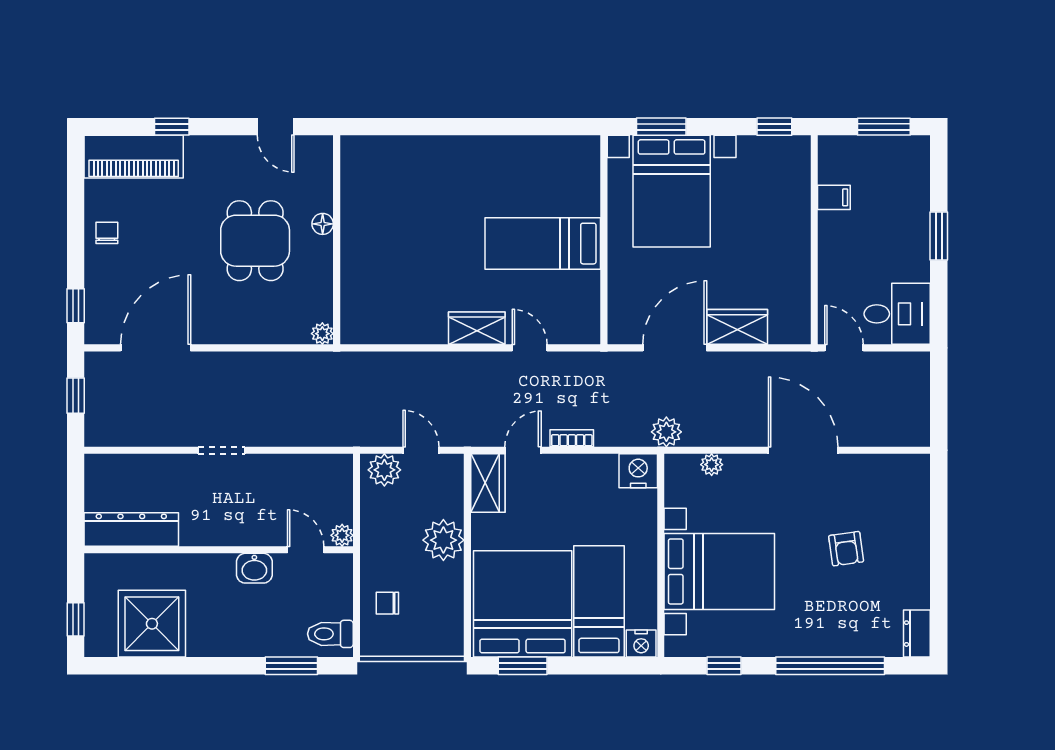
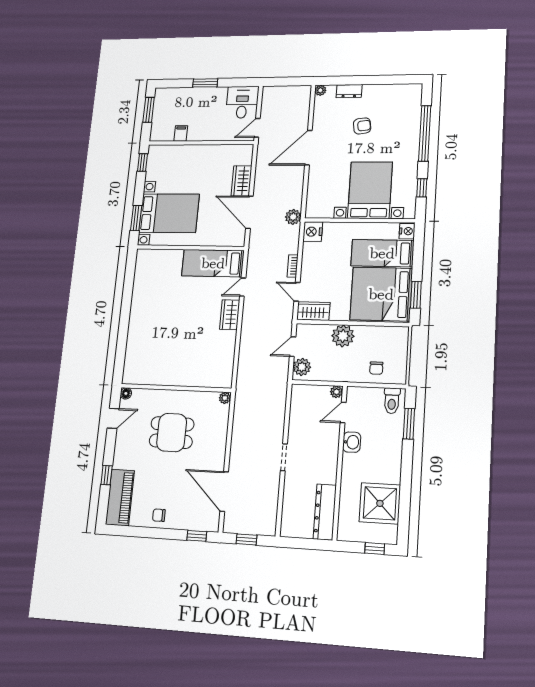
floor lamp: (323, 224) -> (126, 393), moved
bed: (543, 244) -> (213, 263), moved, turned 90
plant: (712, 465) -> (320, 90), moved
dresser: (917, 634) -> (349, 91), moved

